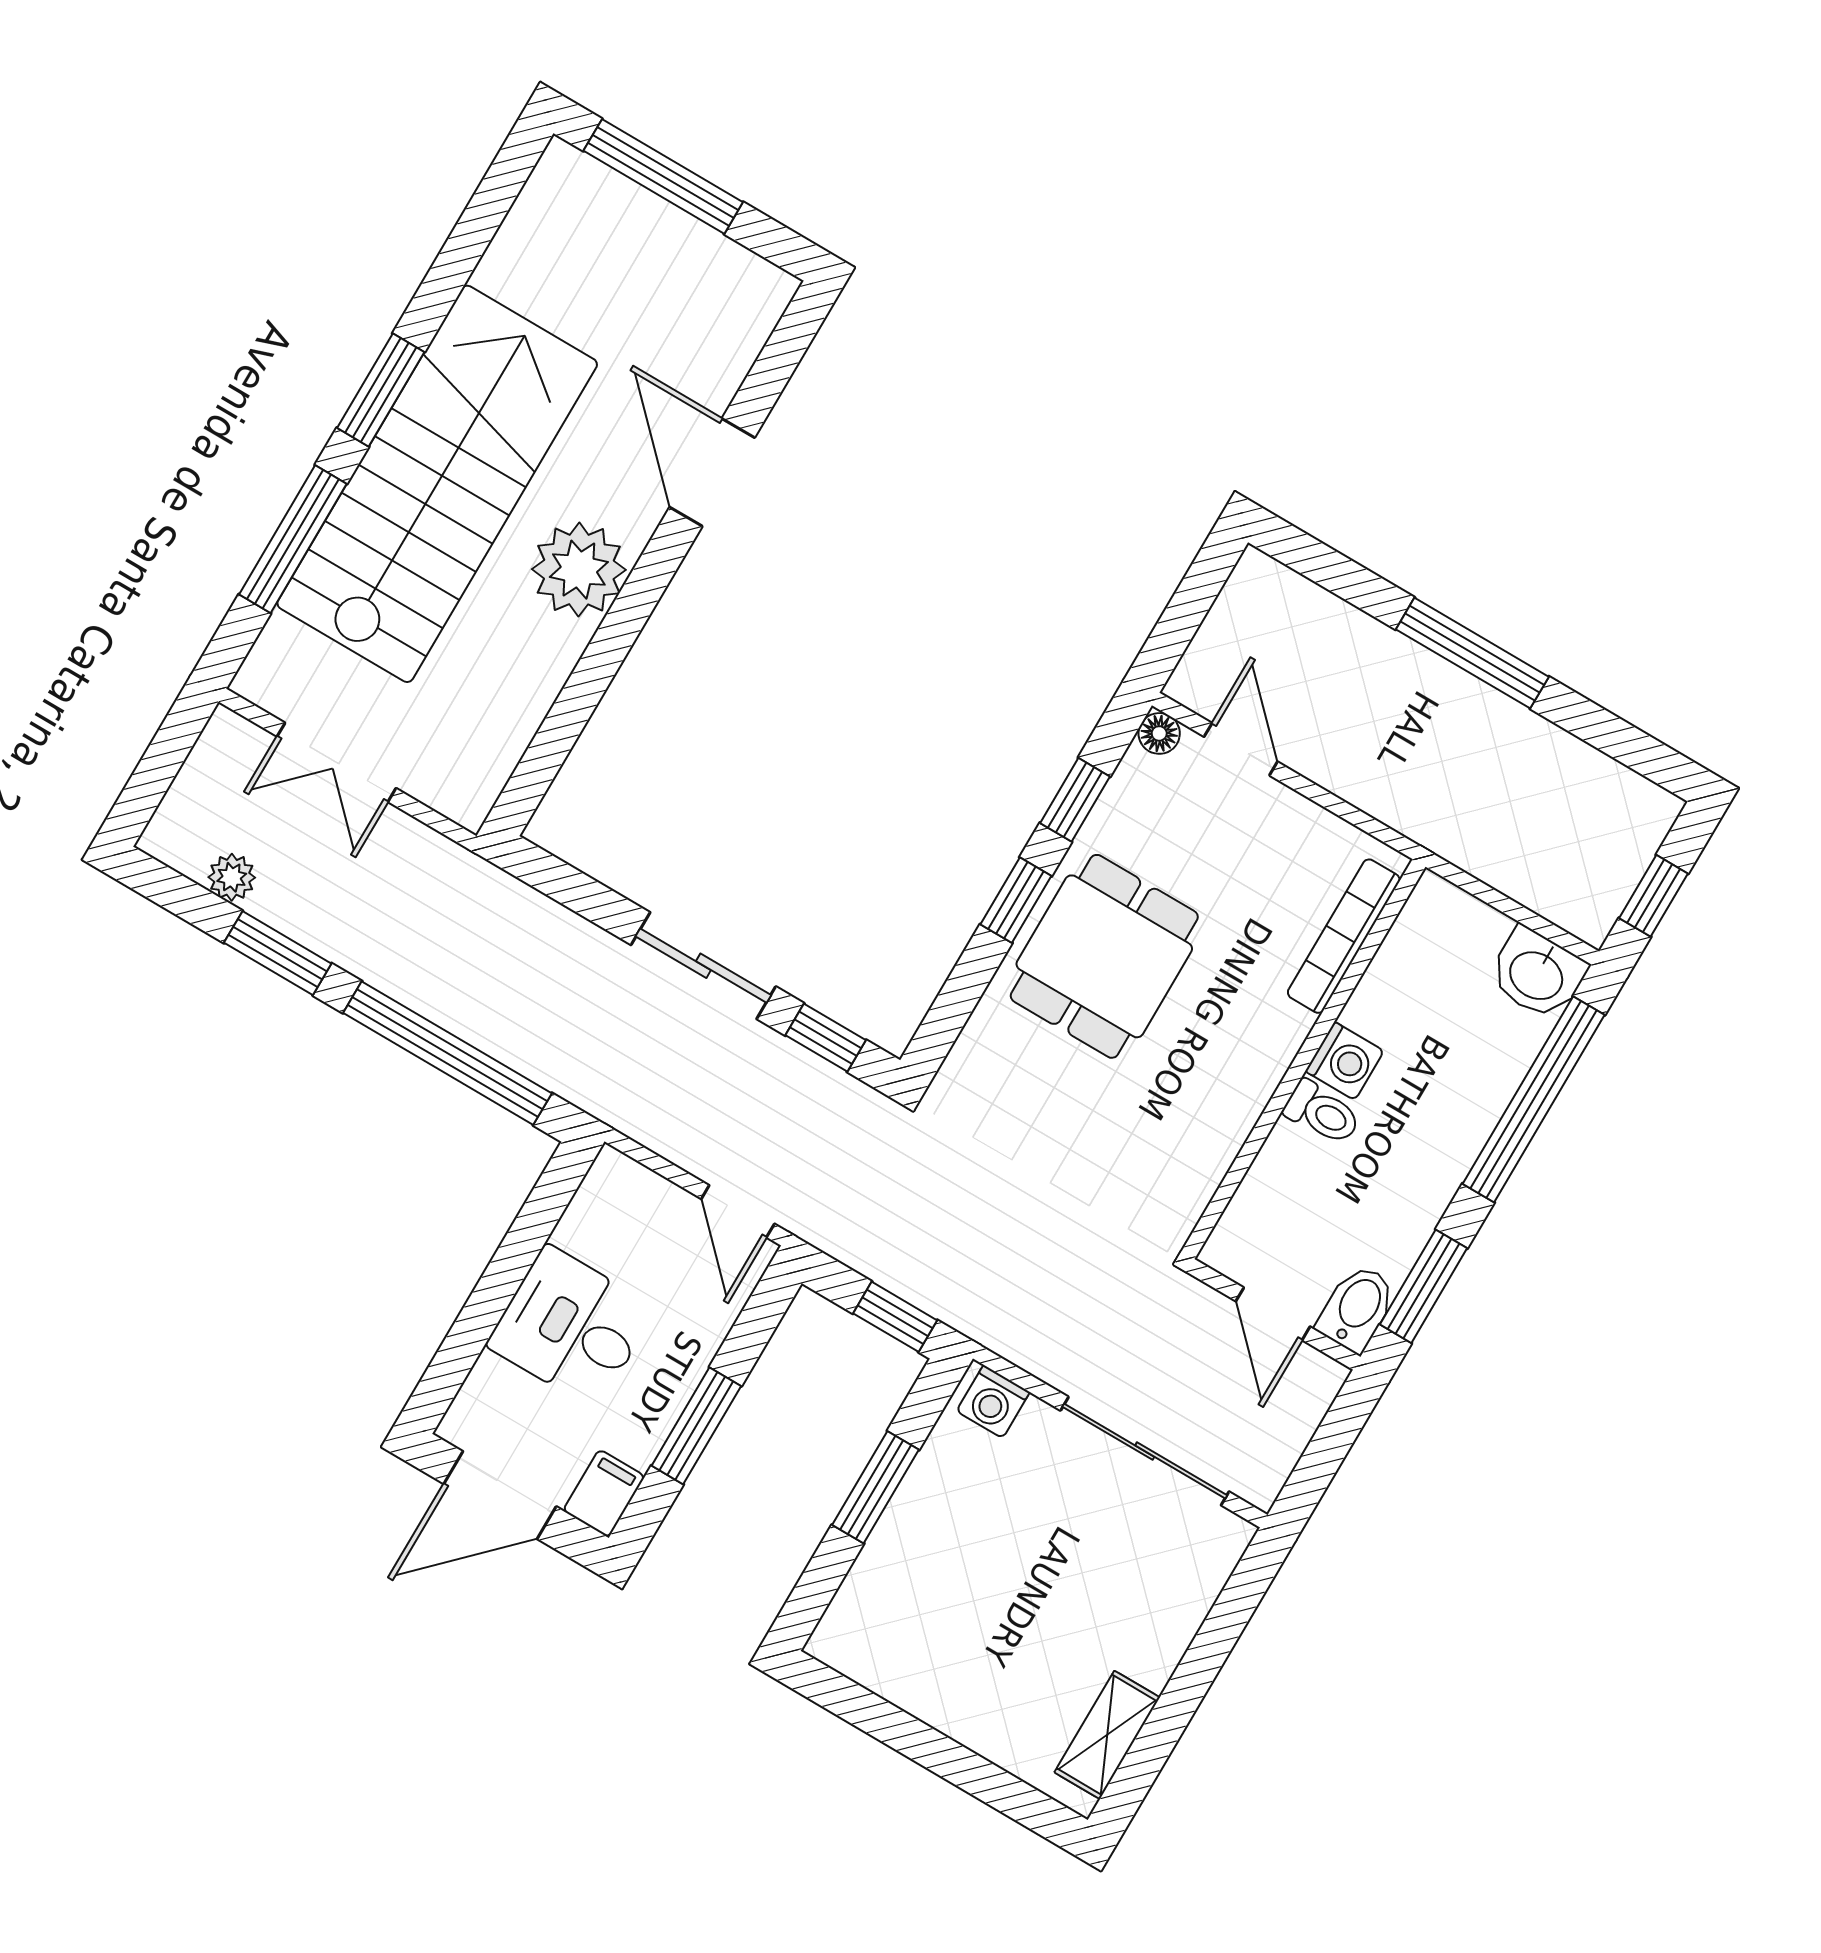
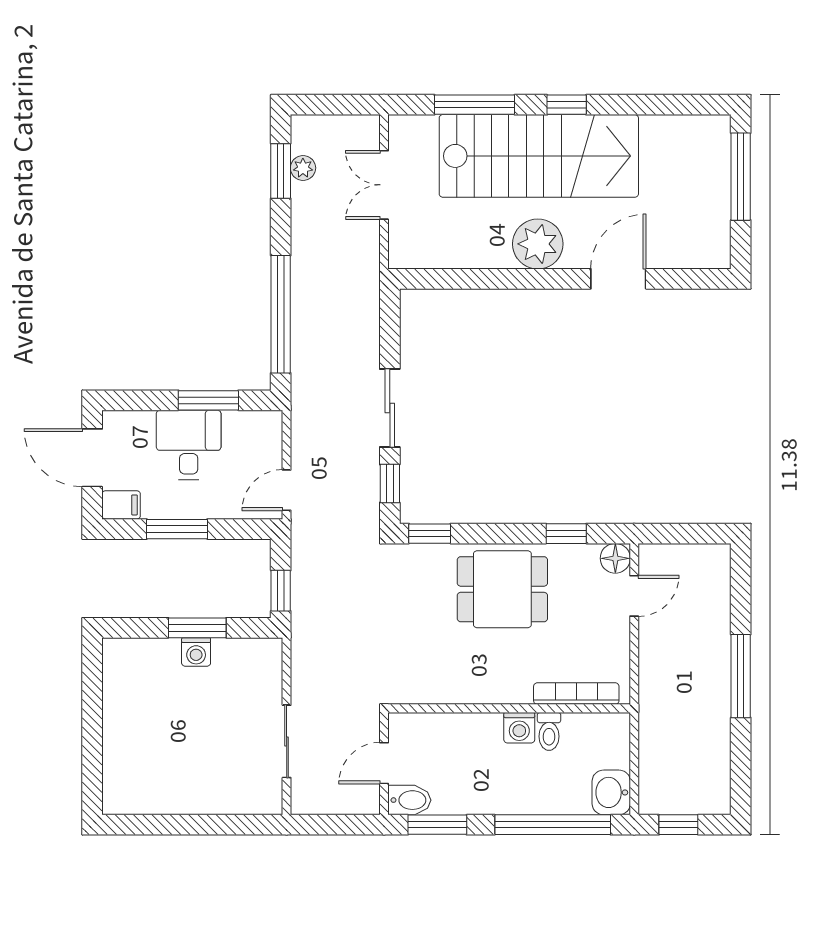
window: (381, 390) -> (567, 105), width x0.67
floor lamp: (1159, 733) -> (615, 558), width x1.37, depth x1.37
window: (1016, 900) -> (430, 534), moved
window: (278, 953) -> (281, 171), moved
toilet: (1322, 1113) -> (549, 731), moved
window: (518, 1252) -> (208, 400), added
washing machine: (993, 1402) -> (196, 652), moved, turned -90
sliding door: (1145, 1451) -> (287, 741), width x0.73
shelving: (1107, 1735) -> (146, 801), removed

